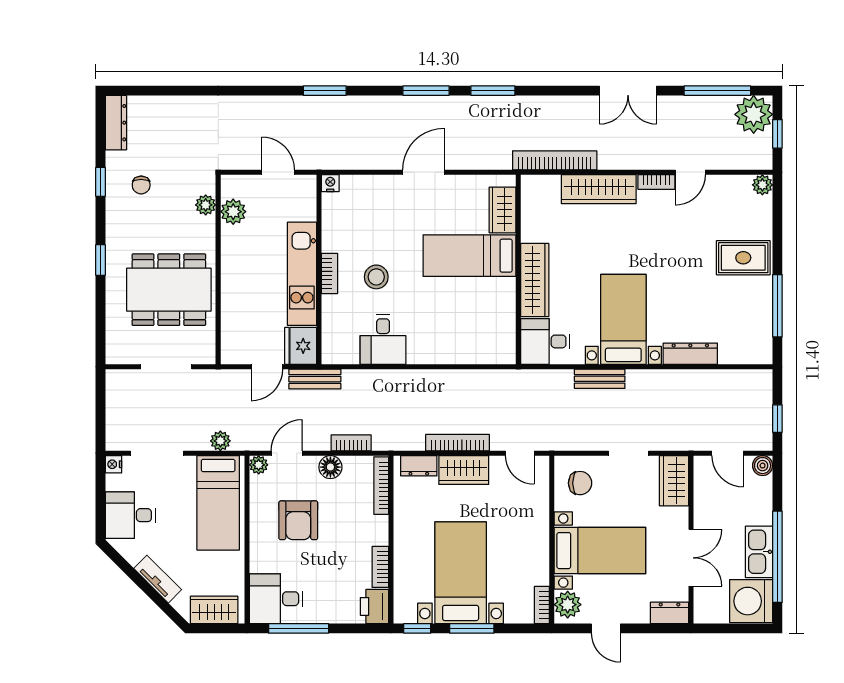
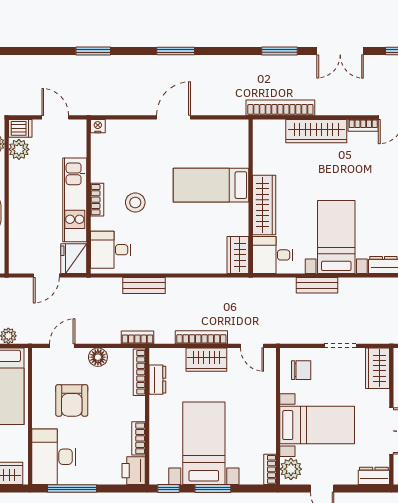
window: (493, 91) -> (279, 51), moved
dishwasher: (235, 186) -> (20, 128), added
wardrobe: (502, 210) -> (238, 255), moved
desk: (383, 340) -> (111, 250), moved, turned 90
bench: (315, 379) -> (144, 286), moved
bookcase: (351, 443) -> (138, 337), moved
plant: (259, 465) -> (39, 355), removed
dresser: (419, 466) -> (157, 380), moved, turned -90
desk: (276, 599) -> (54, 457), width x1.37

